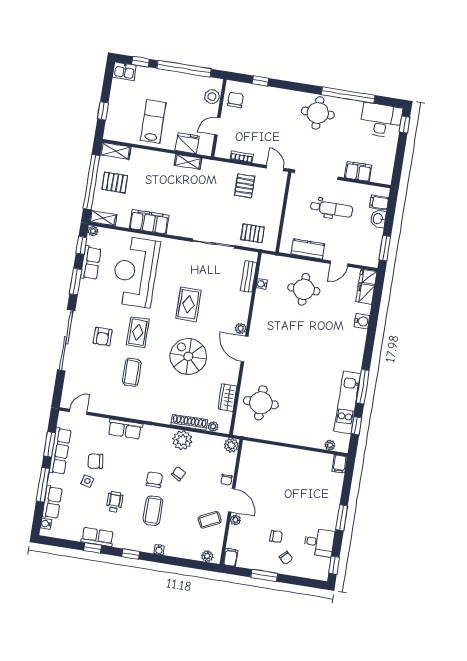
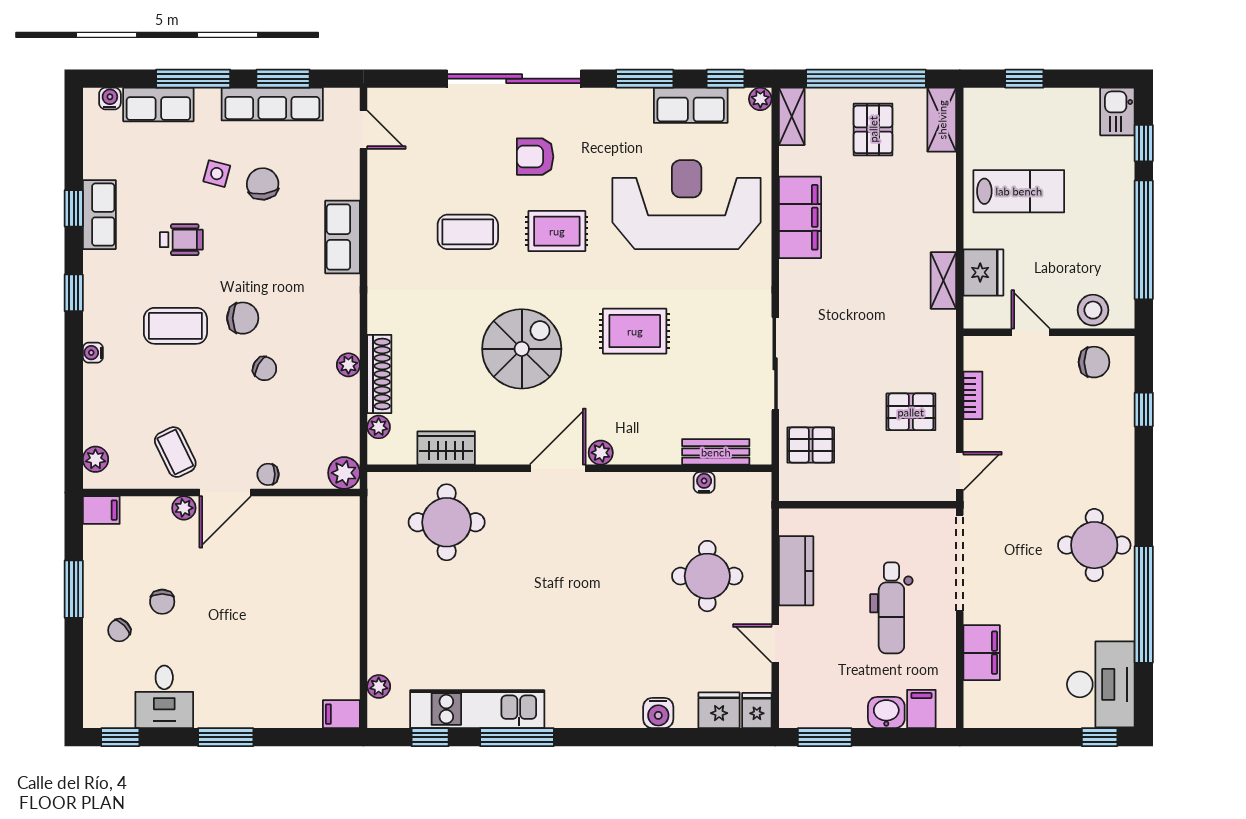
pallet: (252, 233) -> (811, 445), turned 90
plant: (182, 440) -> (348, 365), width x0.53, depth x0.53

